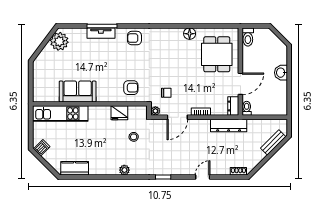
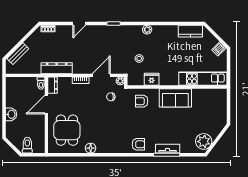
toilet: (248, 37) -> (27, 145), moved
sofa: (78, 91) -> (175, 98), moved

